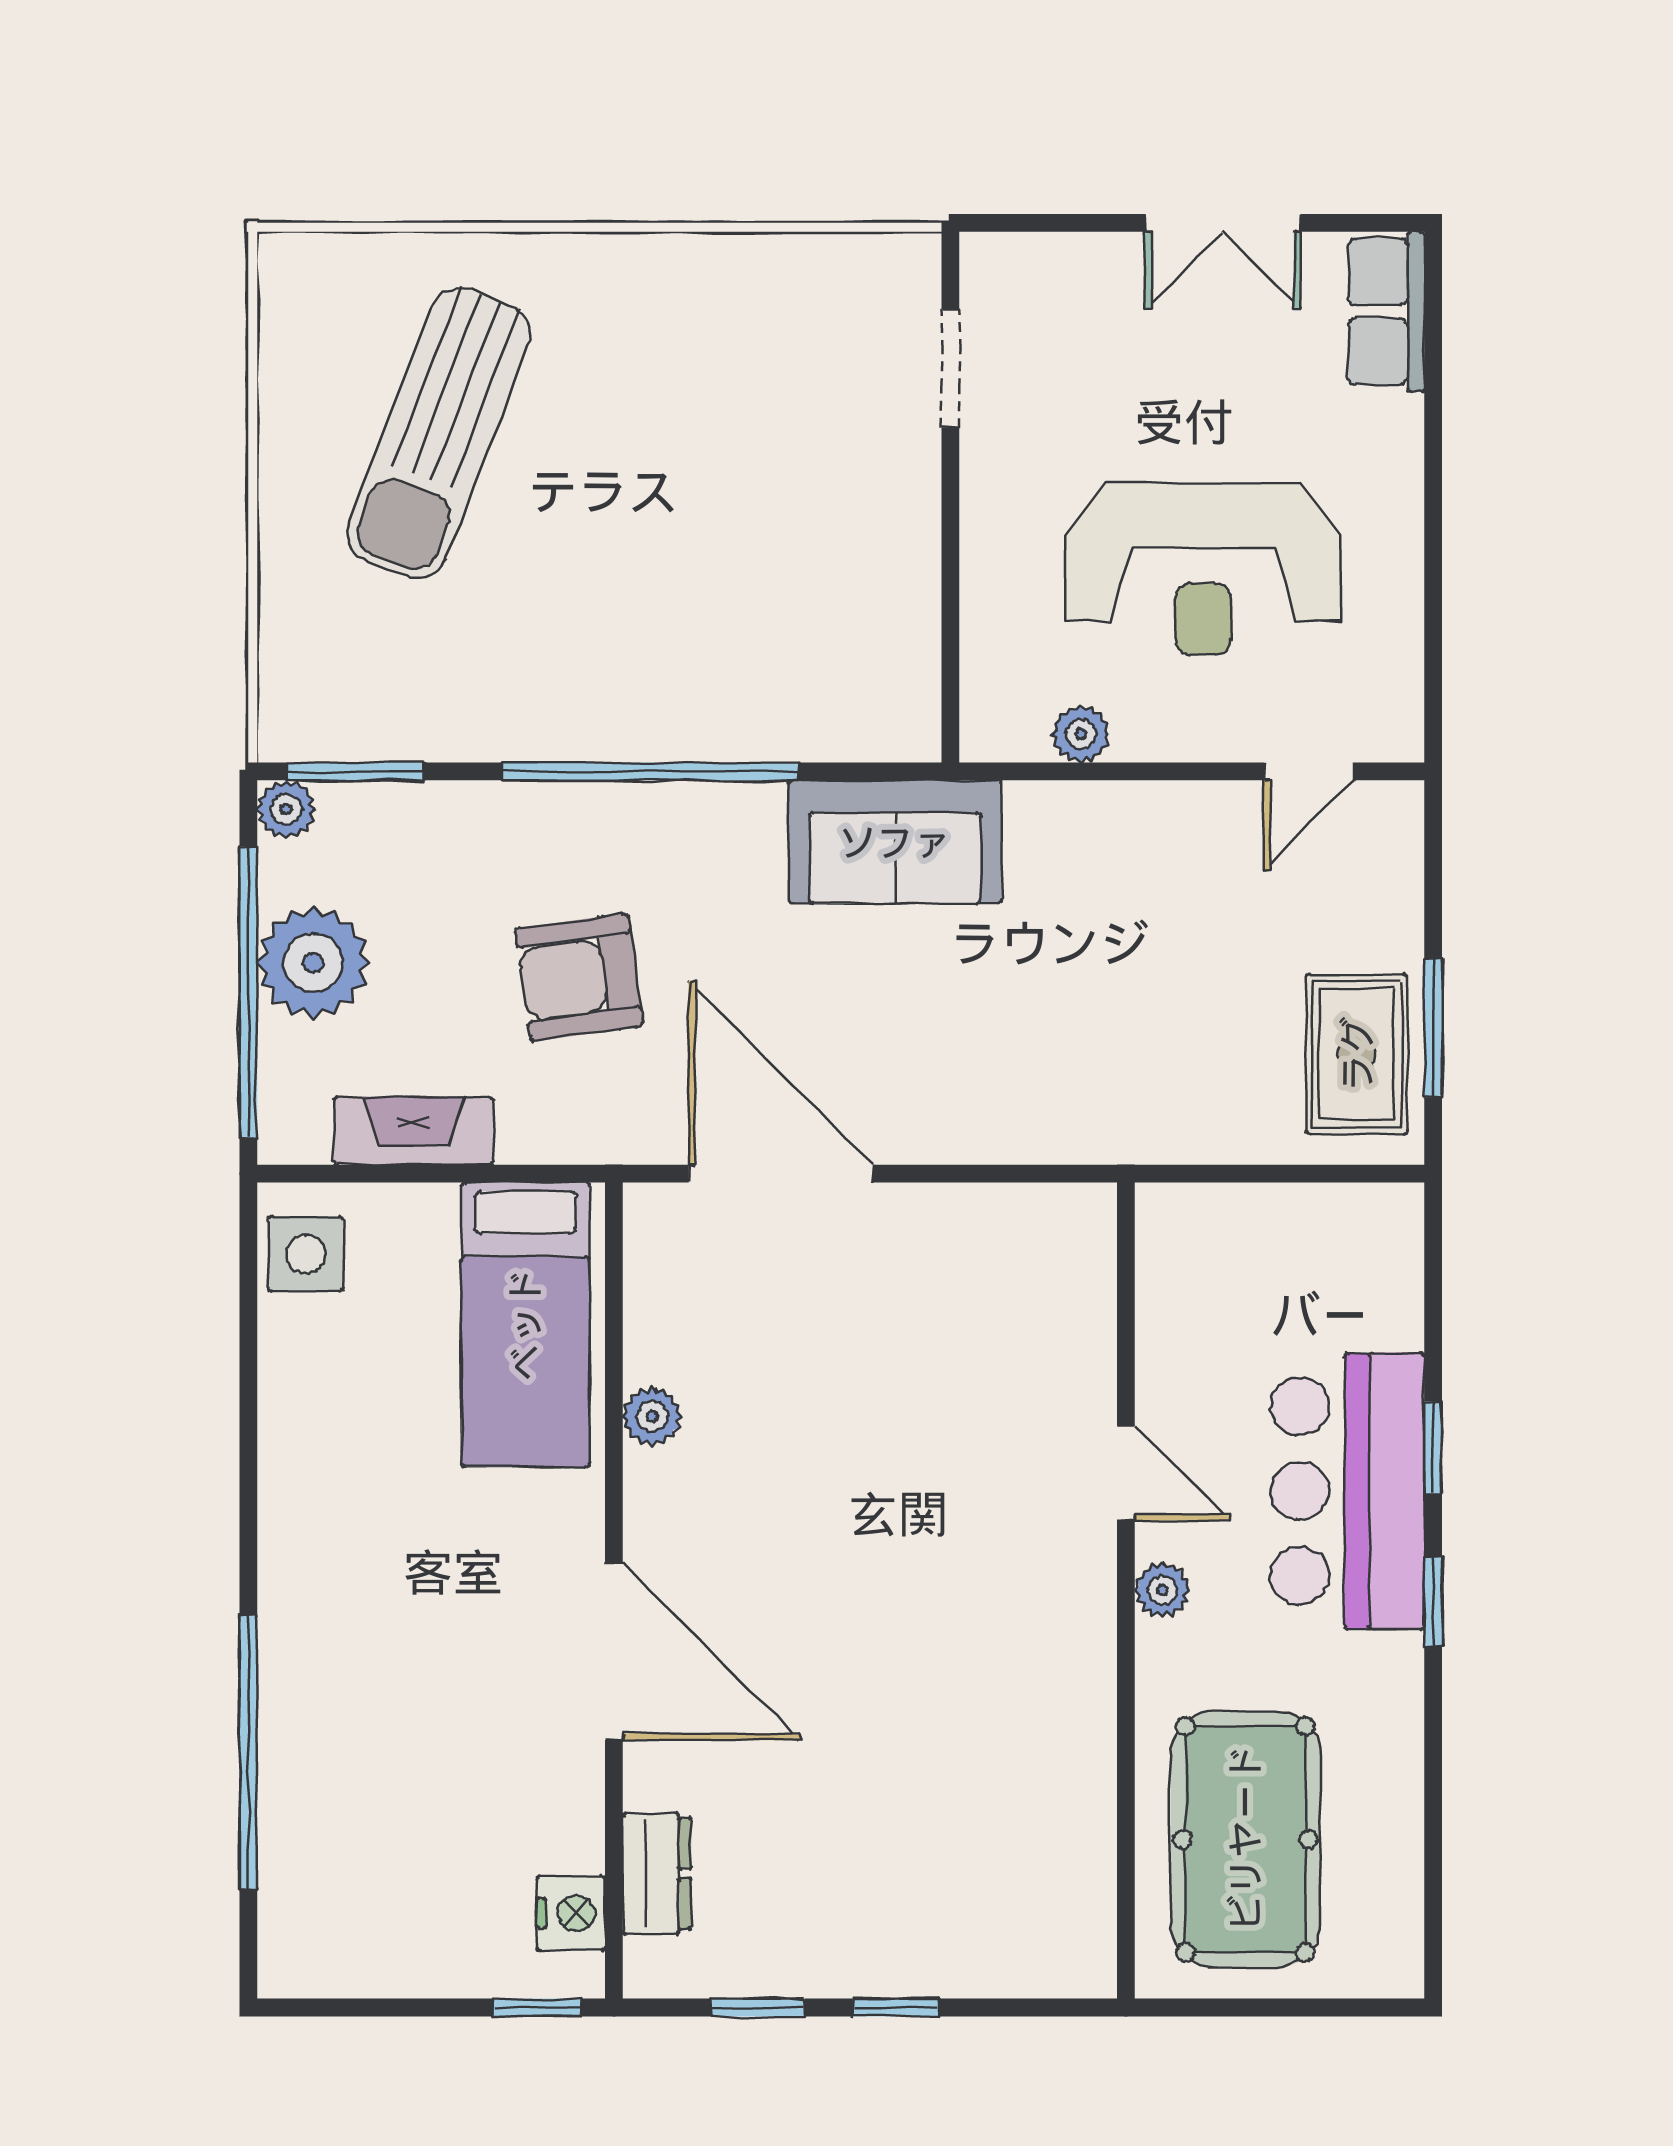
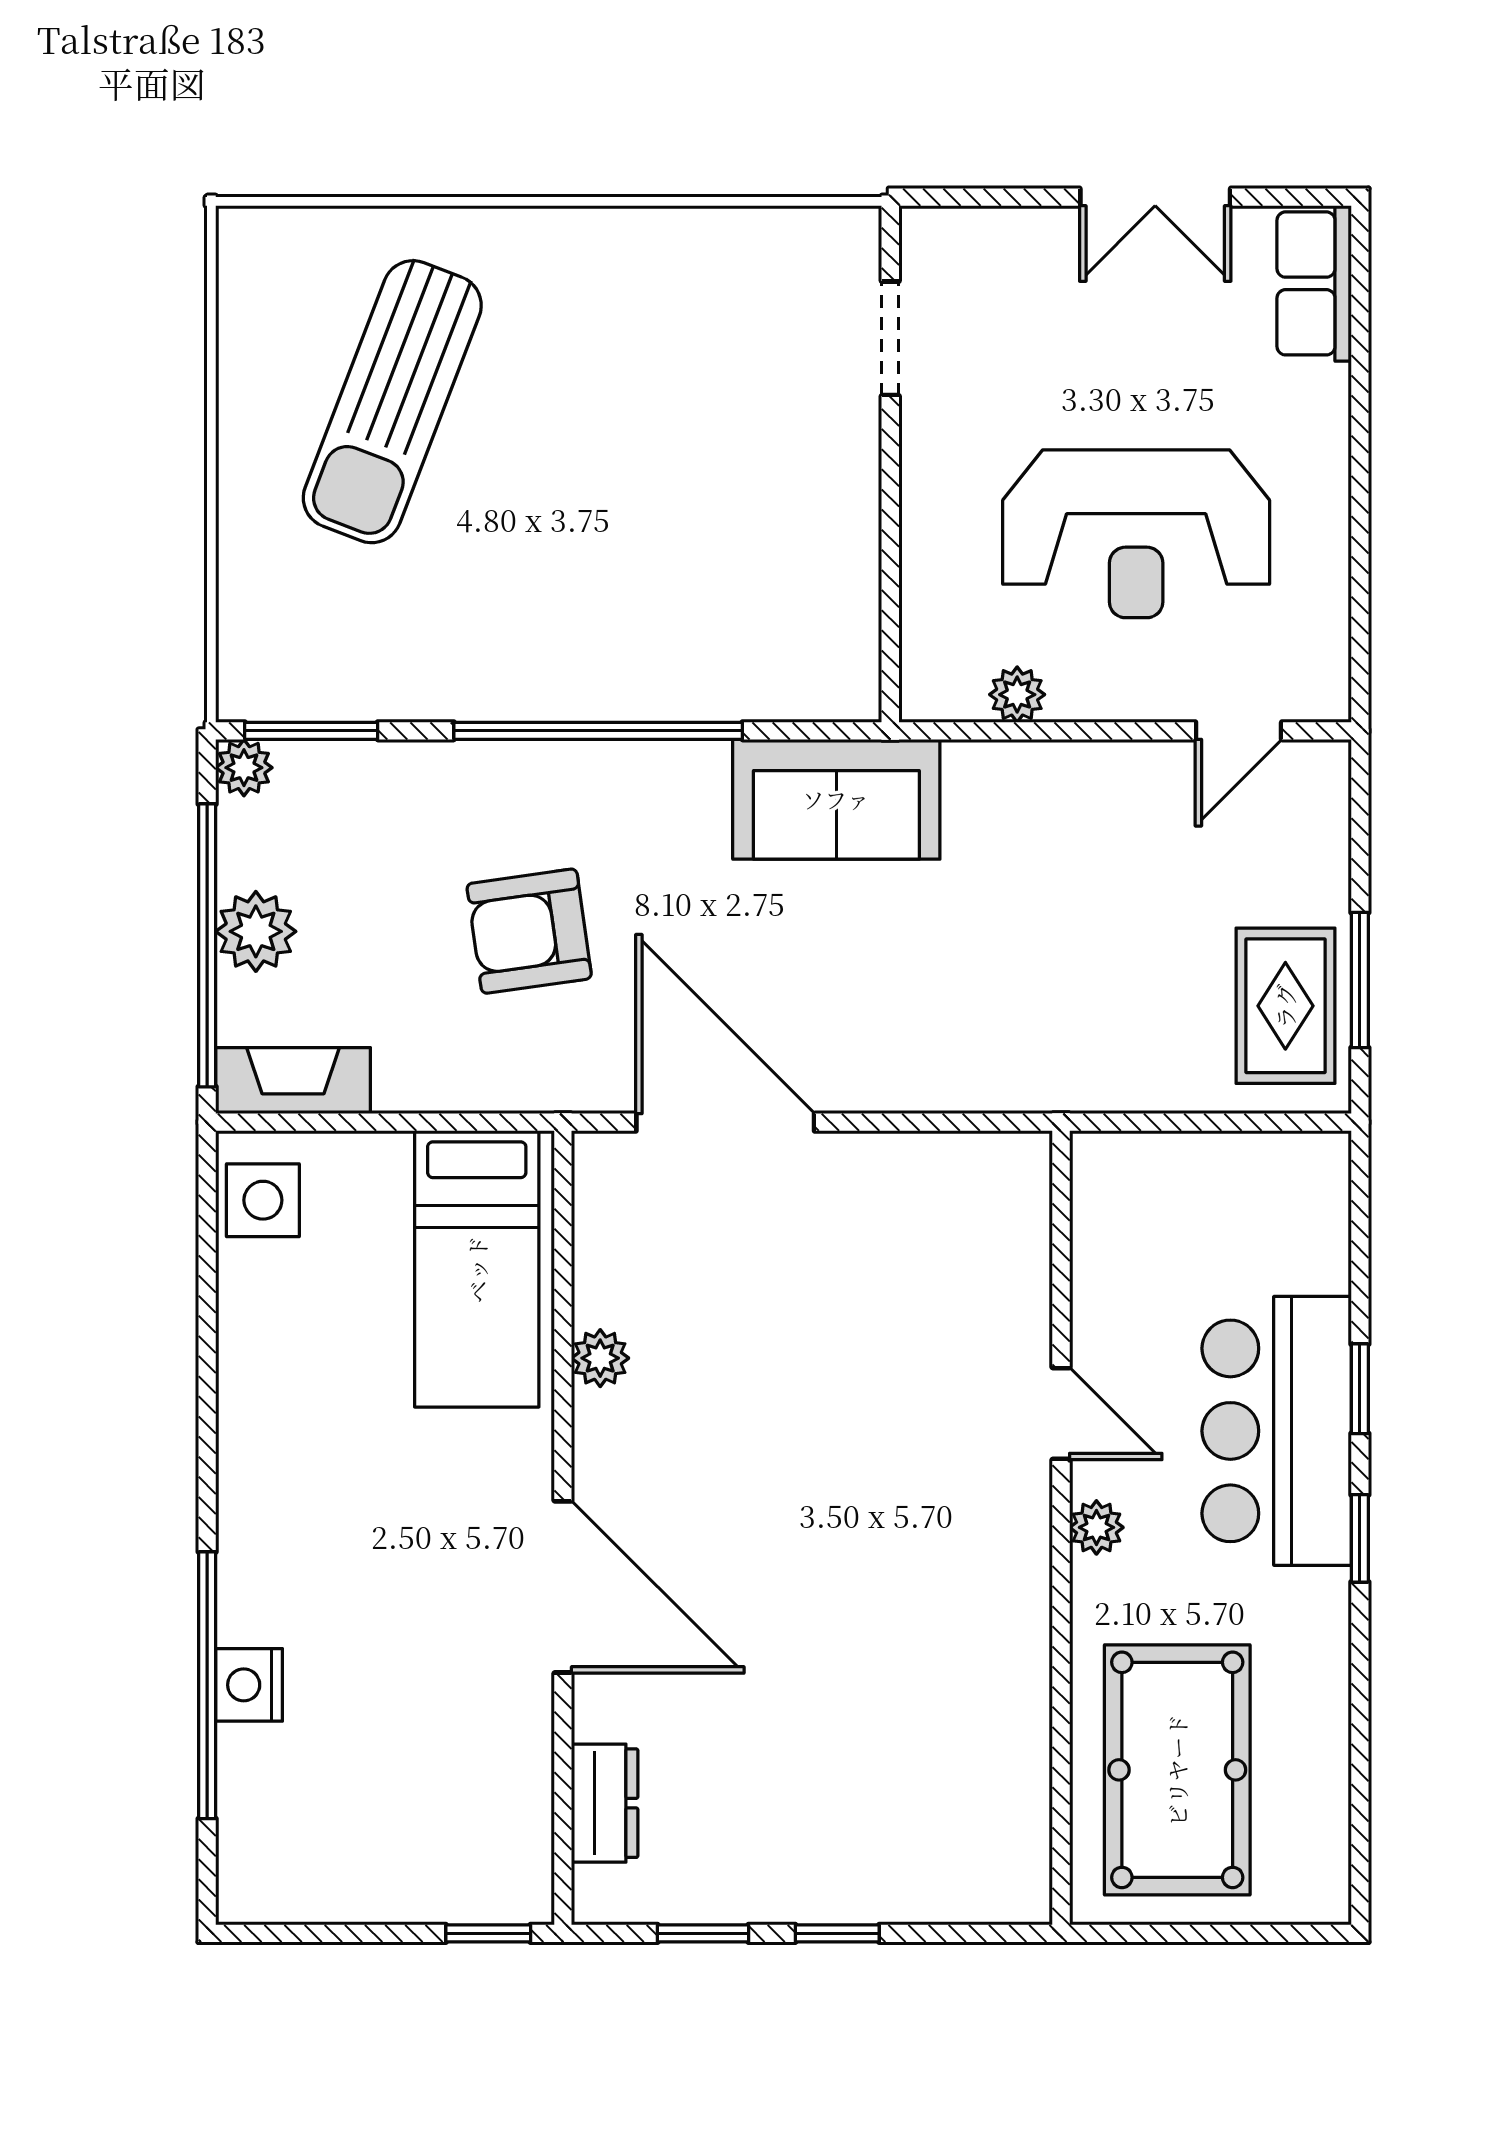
plant: (313, 963) -> (256, 931), width x0.73, depth x0.73
fireplace: (414, 1131) -> (293, 1081), moved
nightstand: (571, 1913) -> (249, 1685), moved, turned 180

